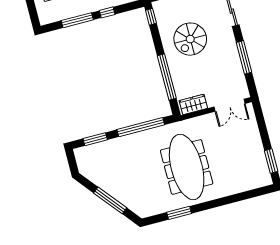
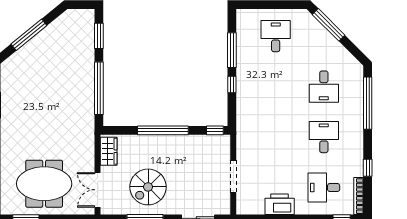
spiral stairs: (190, 39) -> (148, 187), moved, turned -90
window: (167, 77) -> (163, 130), moved
meeting table: (187, 167) -> (44, 184), moved, width x0.73

